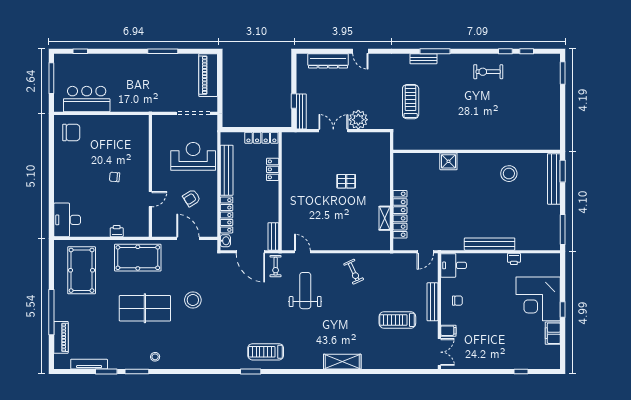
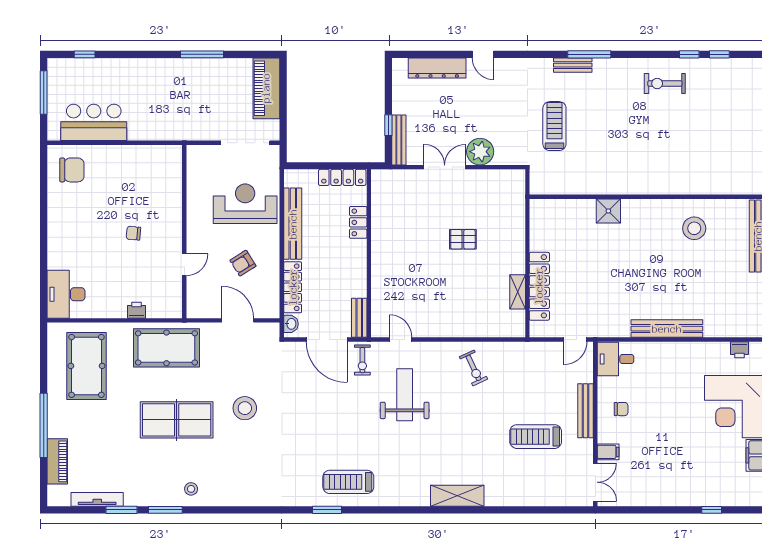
printer: (514, 259) -> (739, 350), moved

